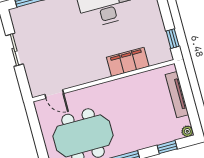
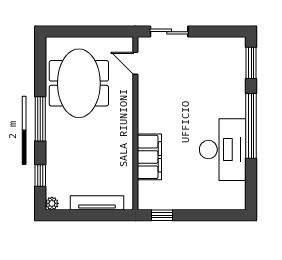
sliding door: (14, 50) -> (169, 32), moved
door: (54, 94) -> (135, 63), hinge flipped

